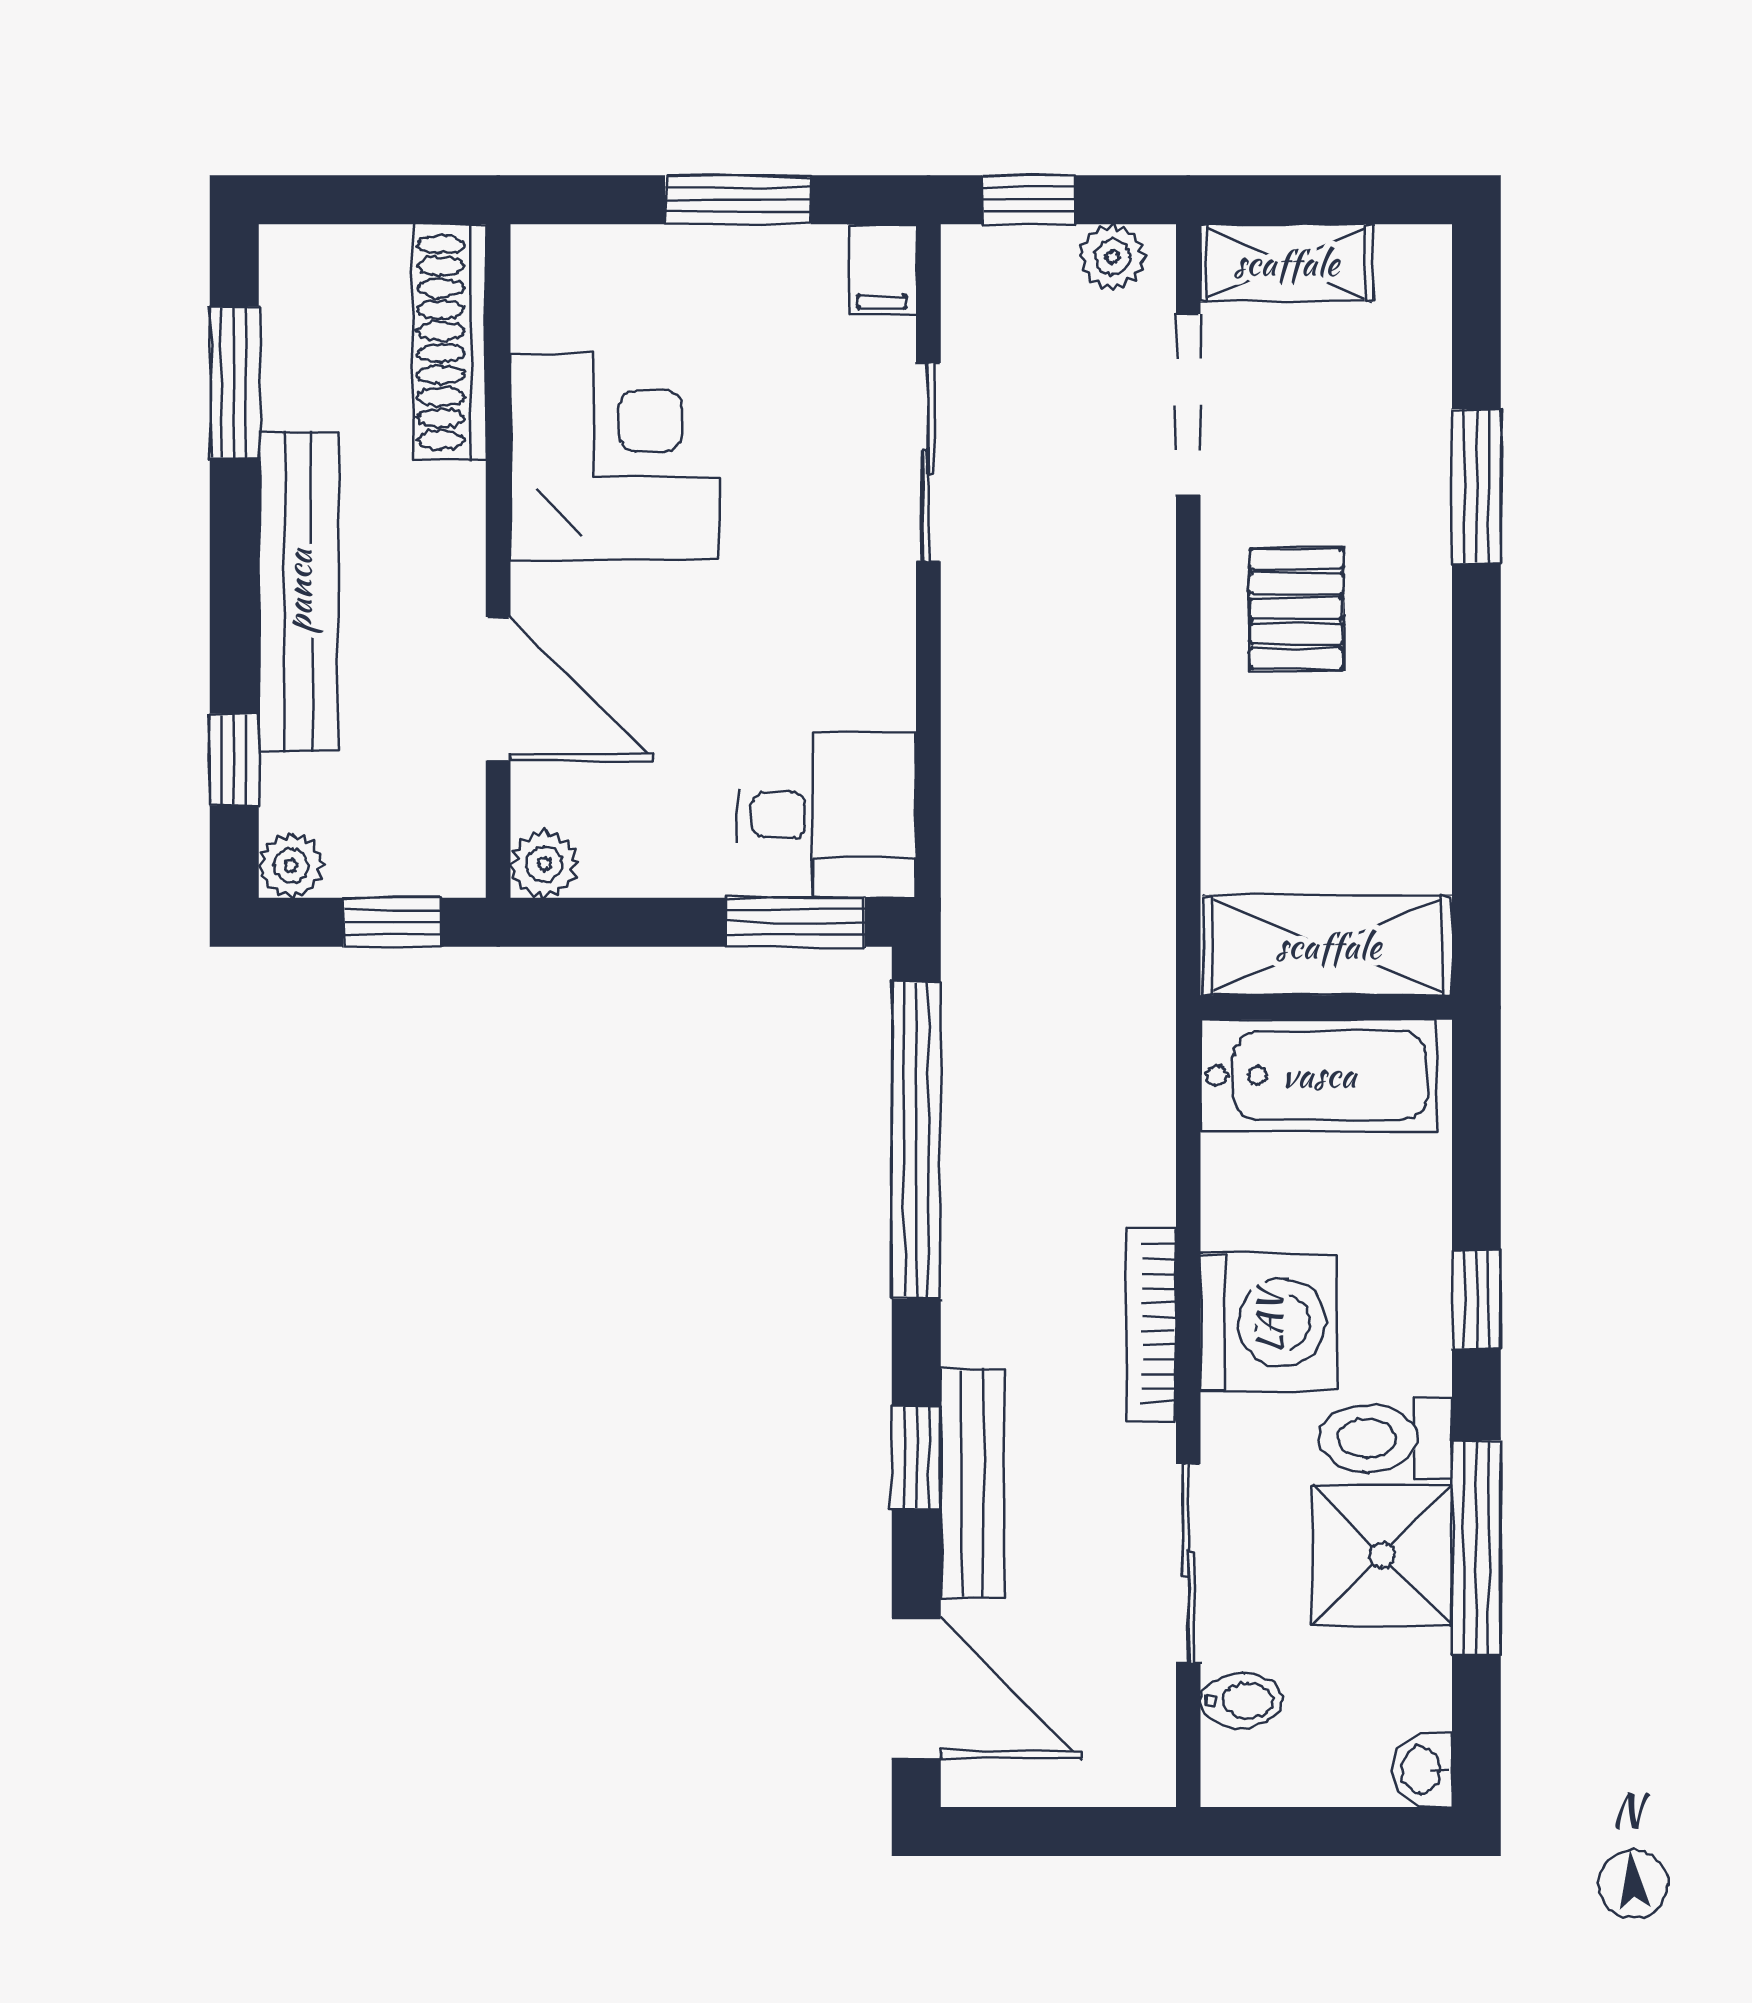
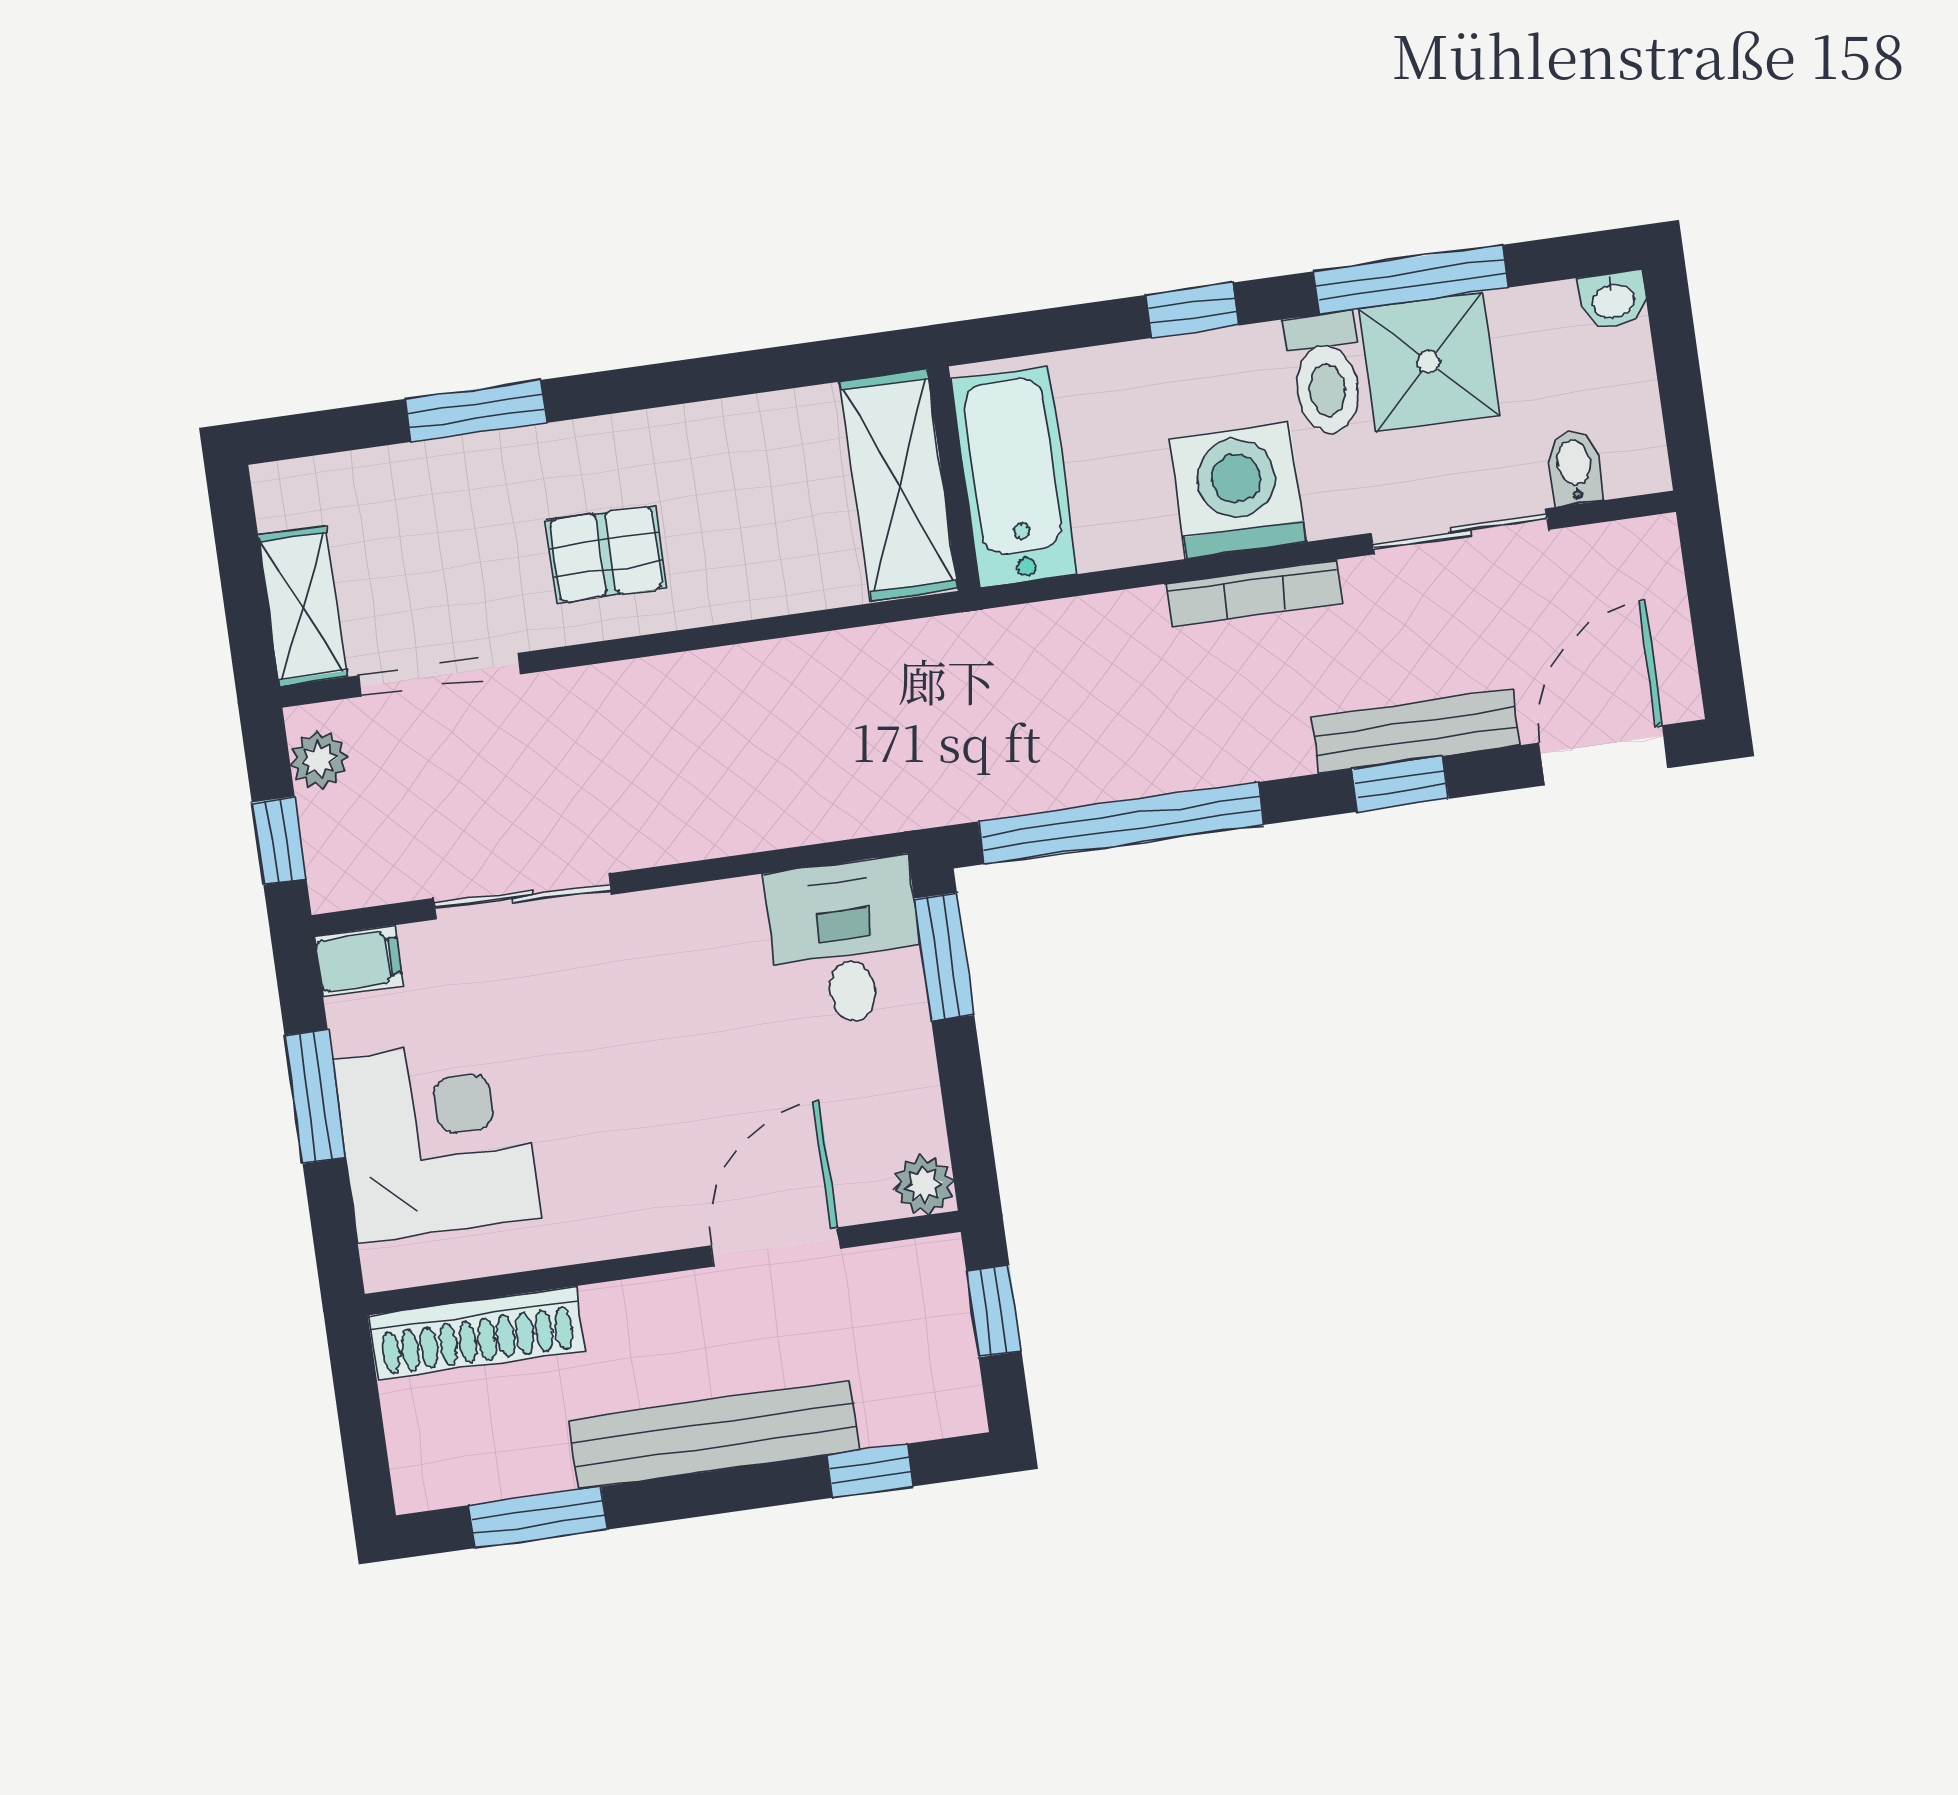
corner desk: (615, 456) -> (436, 1139), moved, turned 90
plant: (291, 866) -> (957, 1408), removed

